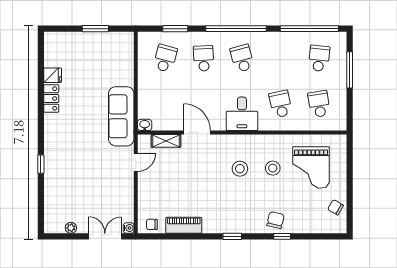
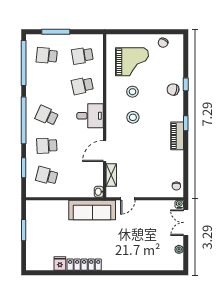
school desk: (242, 58) -> (47, 116), turned 39
locker: (51, 98) -> (84, 265), width x1.53
door: (136, 162) -> (128, 199), swing flipped
window: (41, 164) -> (129, 273), removed
piano: (184, 225) -> (177, 136), moved

